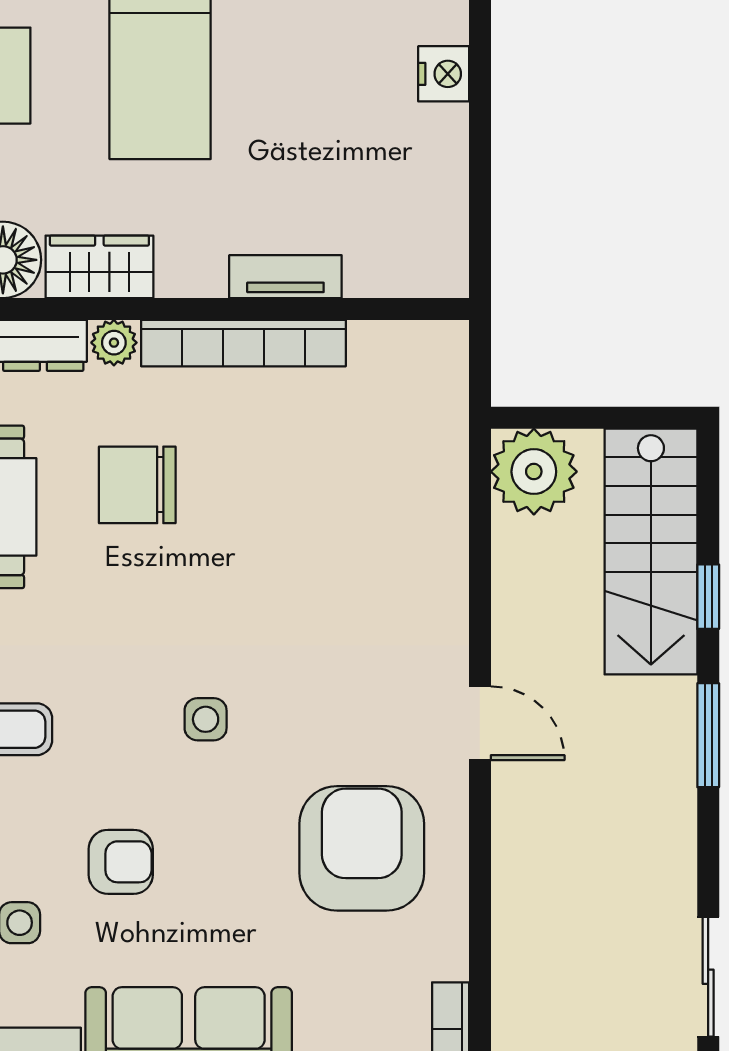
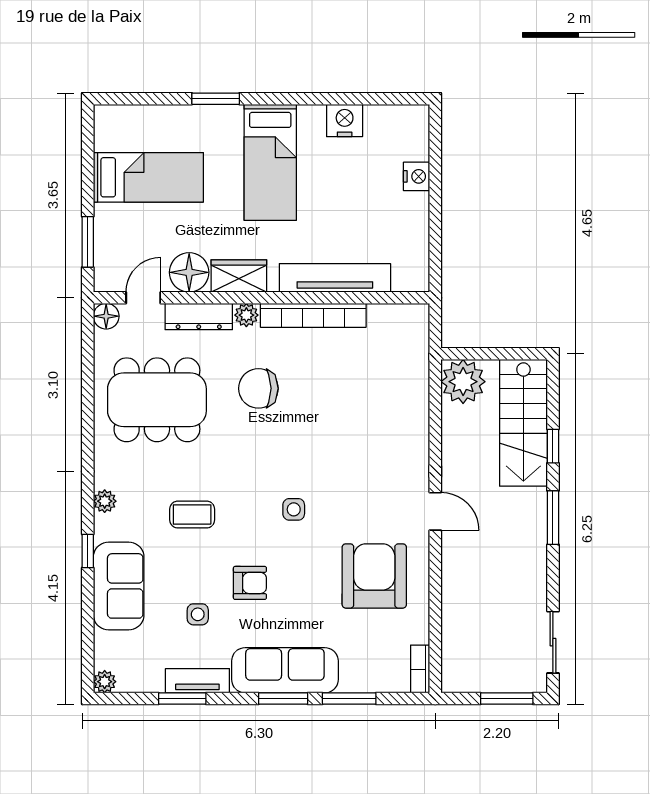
tv unit: (285, 277) -> (335, 278), width x1.92, depth x1.29

